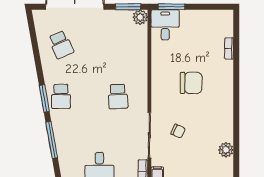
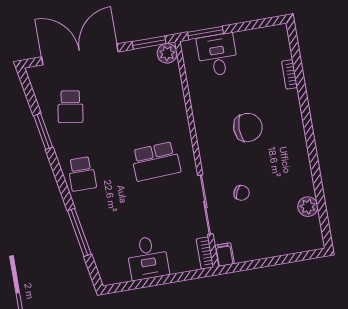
desk: (165, 25) -> (217, 55), moved
school desk: (61, 45) -> (70, 107), turned 33
school desk: (118, 96) -> (156, 161), width x1.85
window: (44, 98) -> (43, 131), moved

